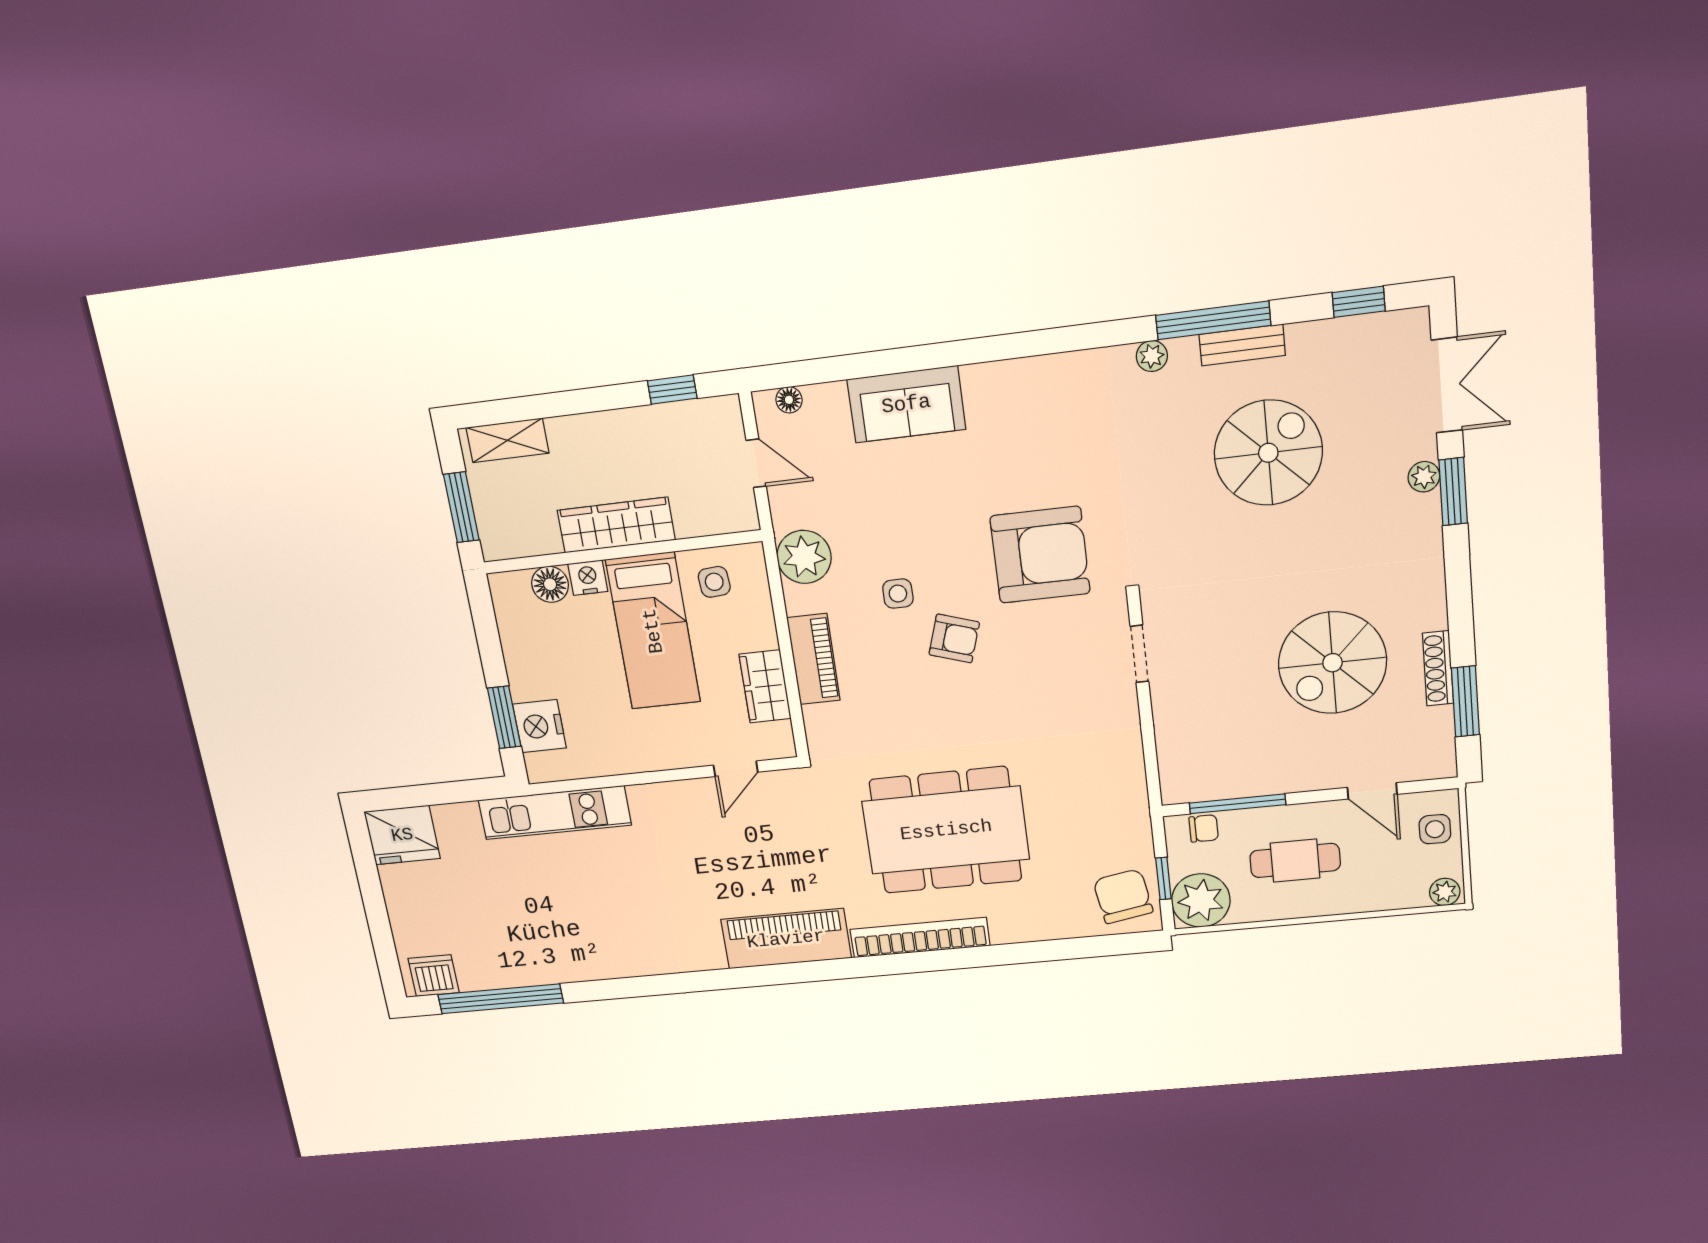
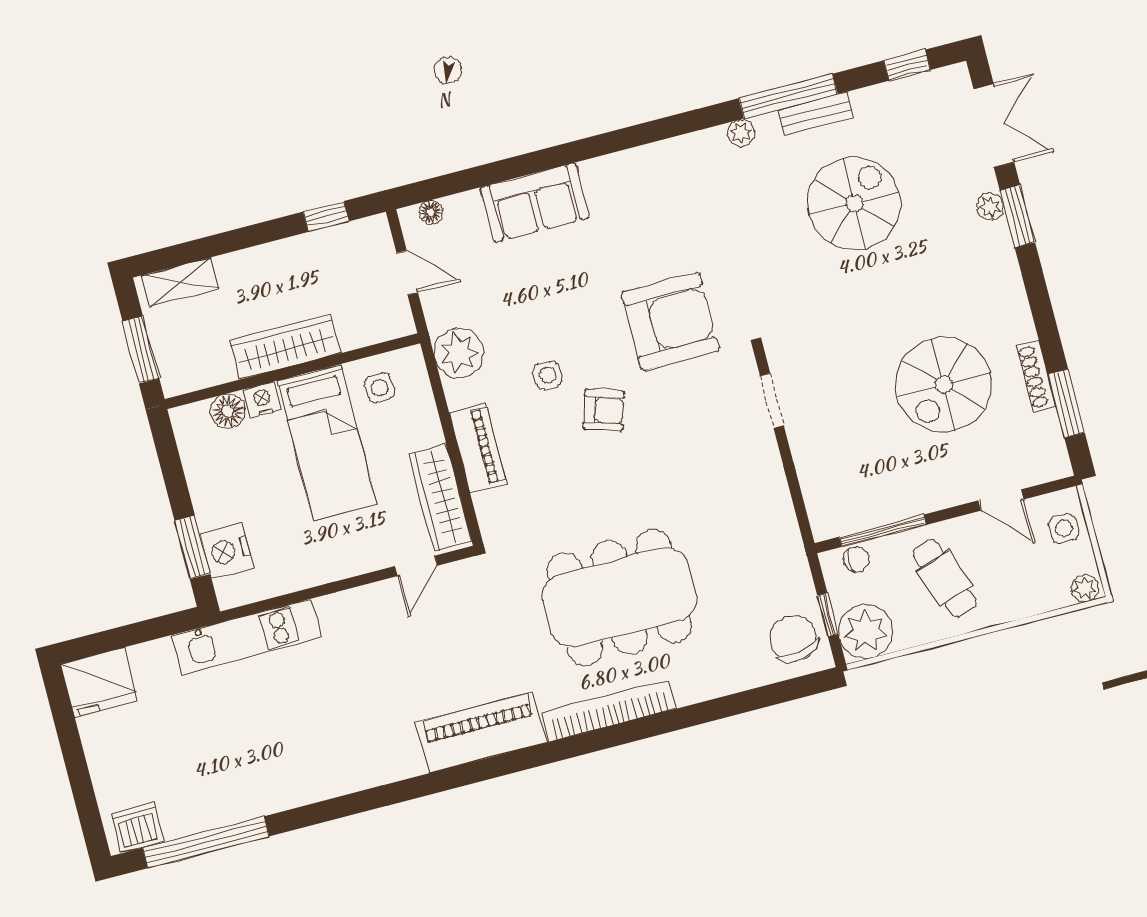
wardrobe: (765, 686) -> (440, 497), width x1.50
cafe table: (1295, 861) -> (944, 578), turned 71

